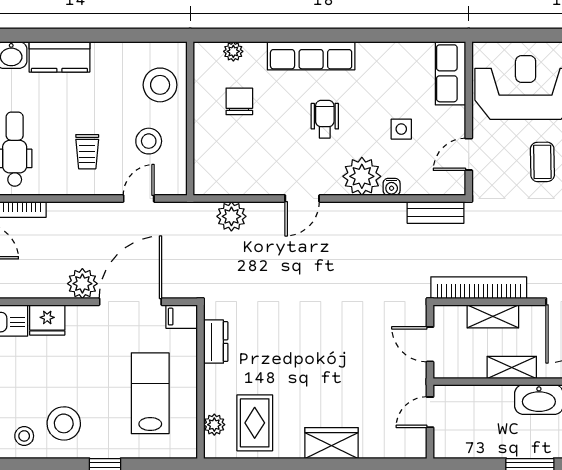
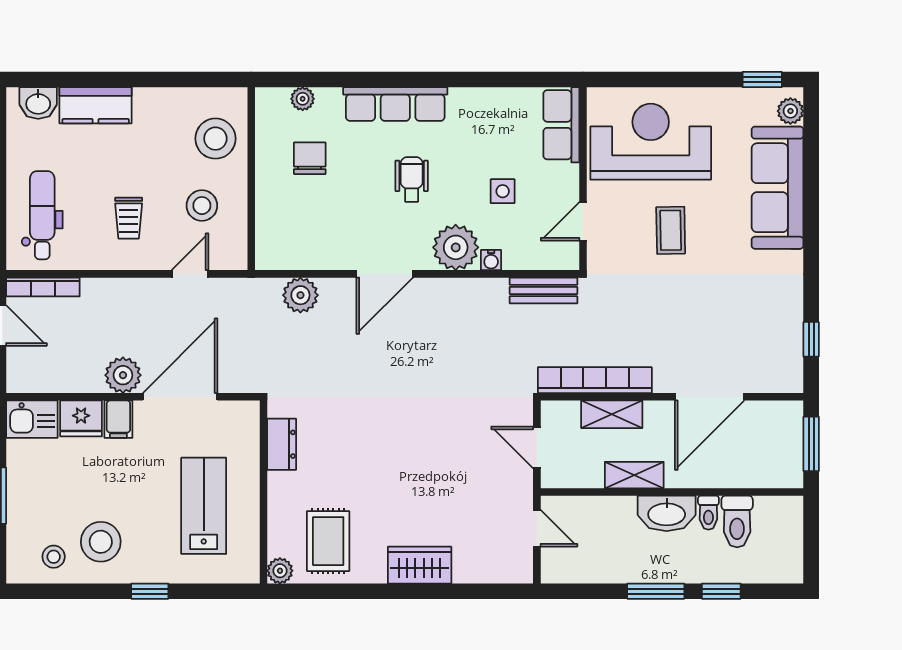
door: (302, 199) -> (385, 274), width x1.38
filing cabinet: (182, 317) -> (118, 419), moved, turned -90
door: (430, 412) -> (537, 528), swing flipped
plant: (214, 425) -> (280, 571), moved

